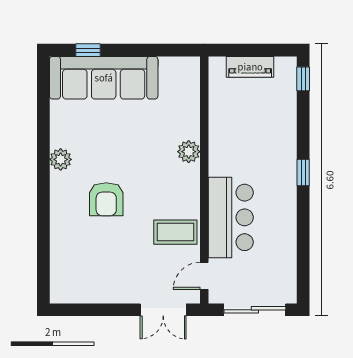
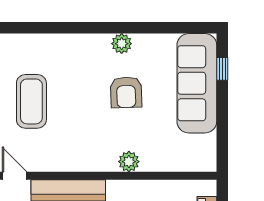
armchair: (106, 199) -> (126, 92), moved, turned -92
coffee table: (175, 232) -> (31, 101), moved, width x1.36, depth x1.32

